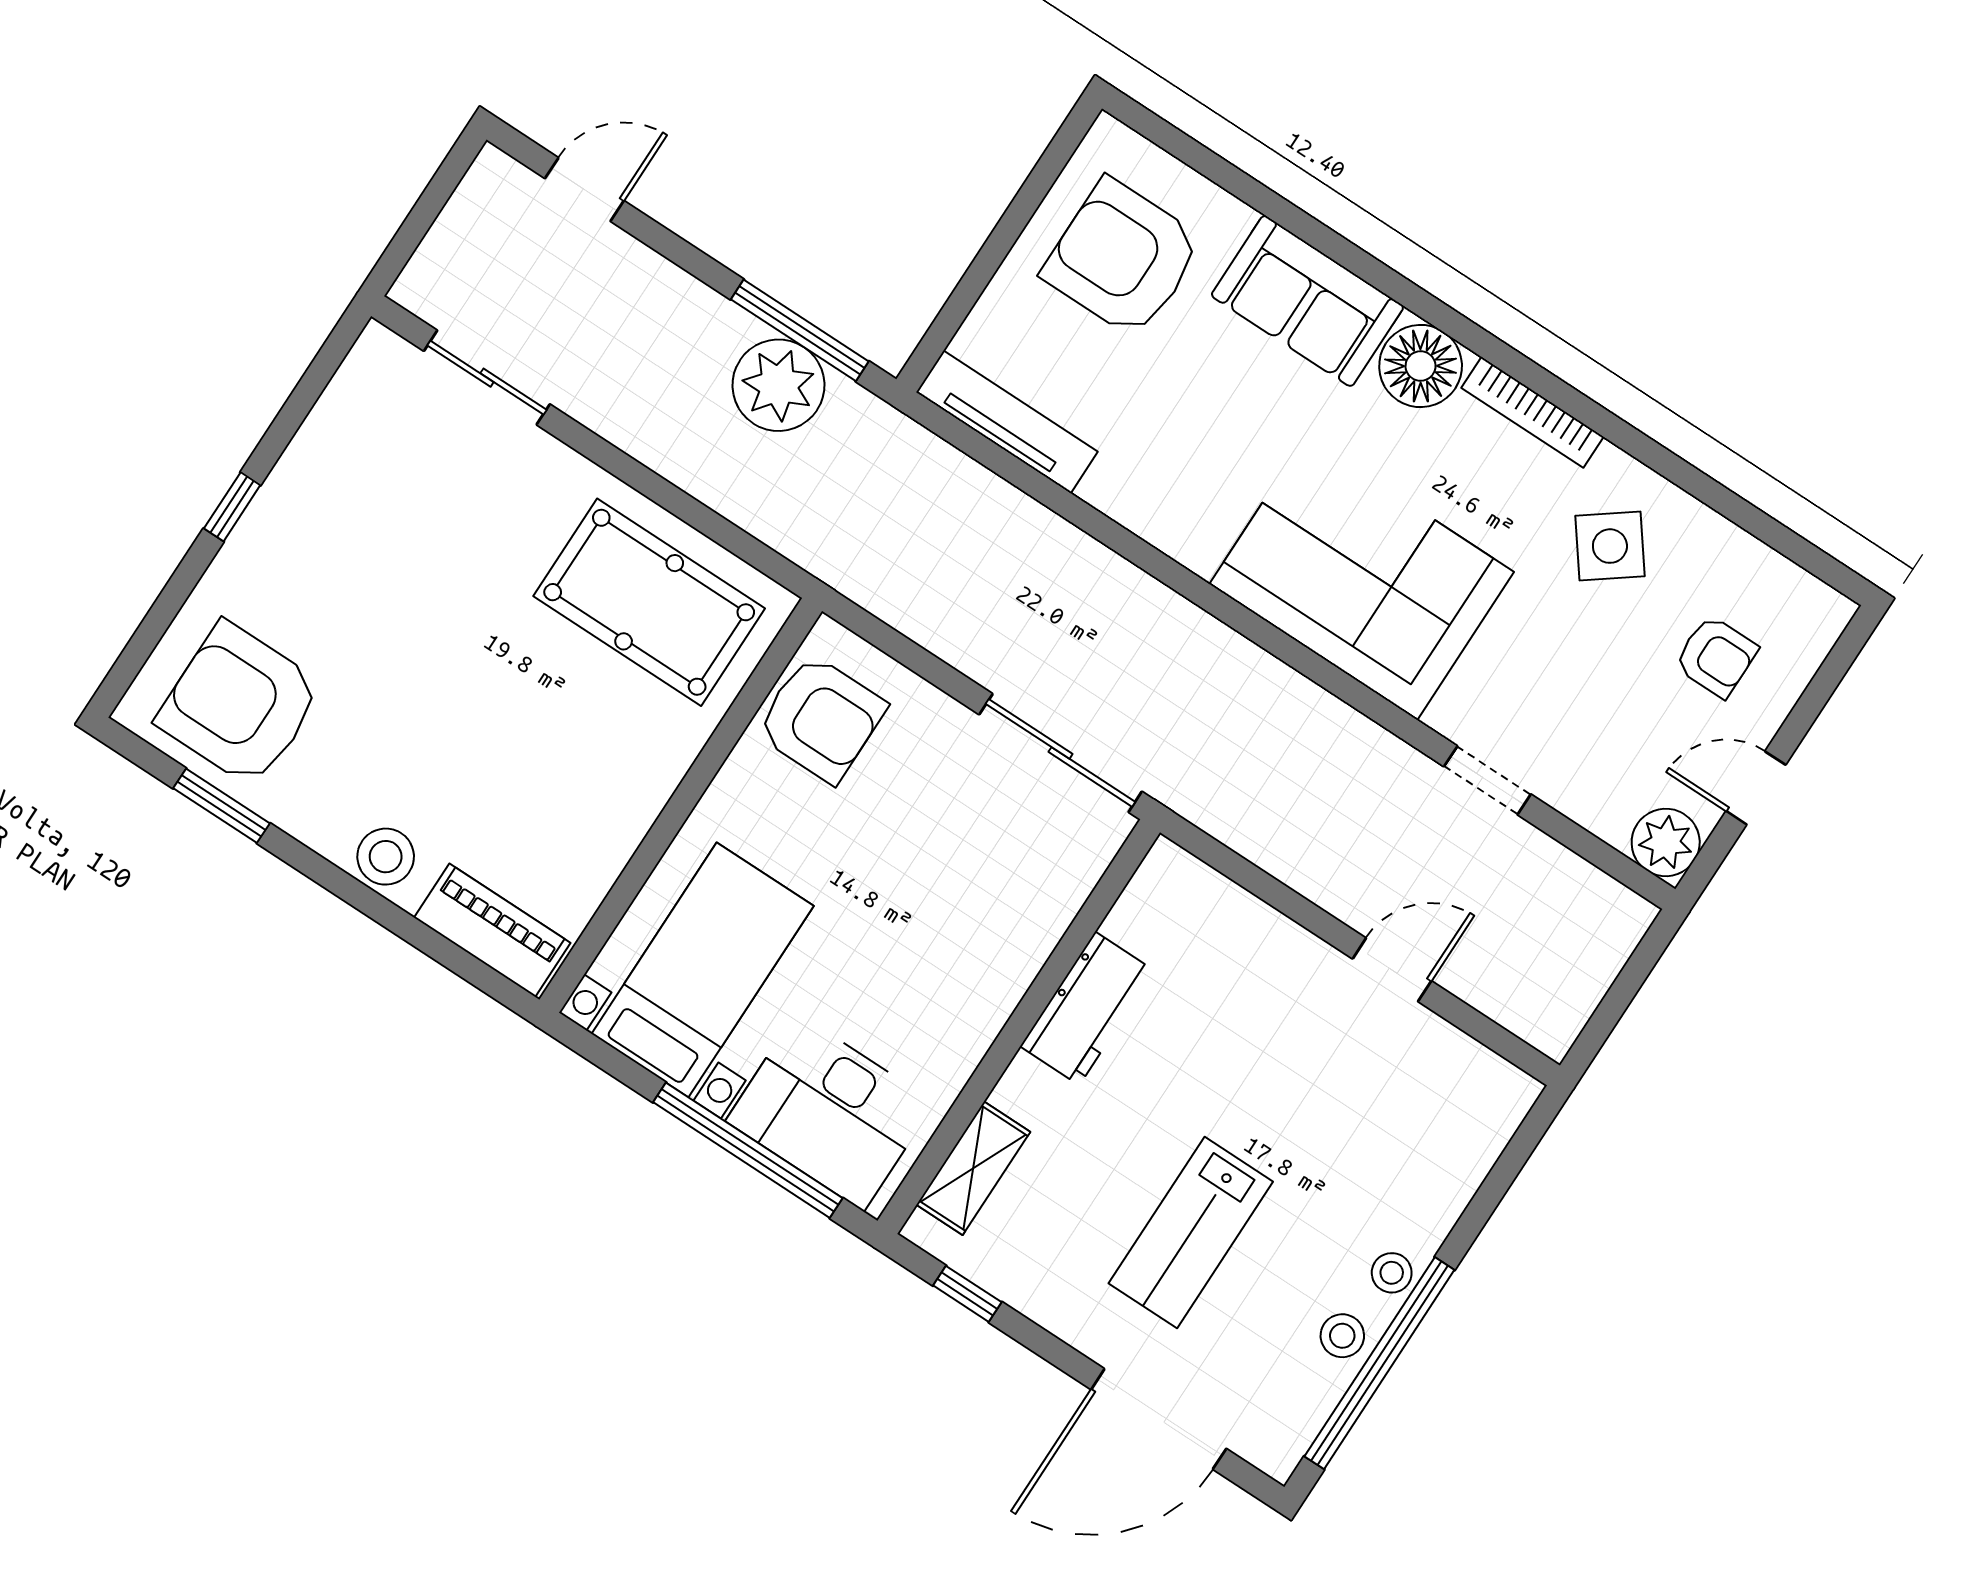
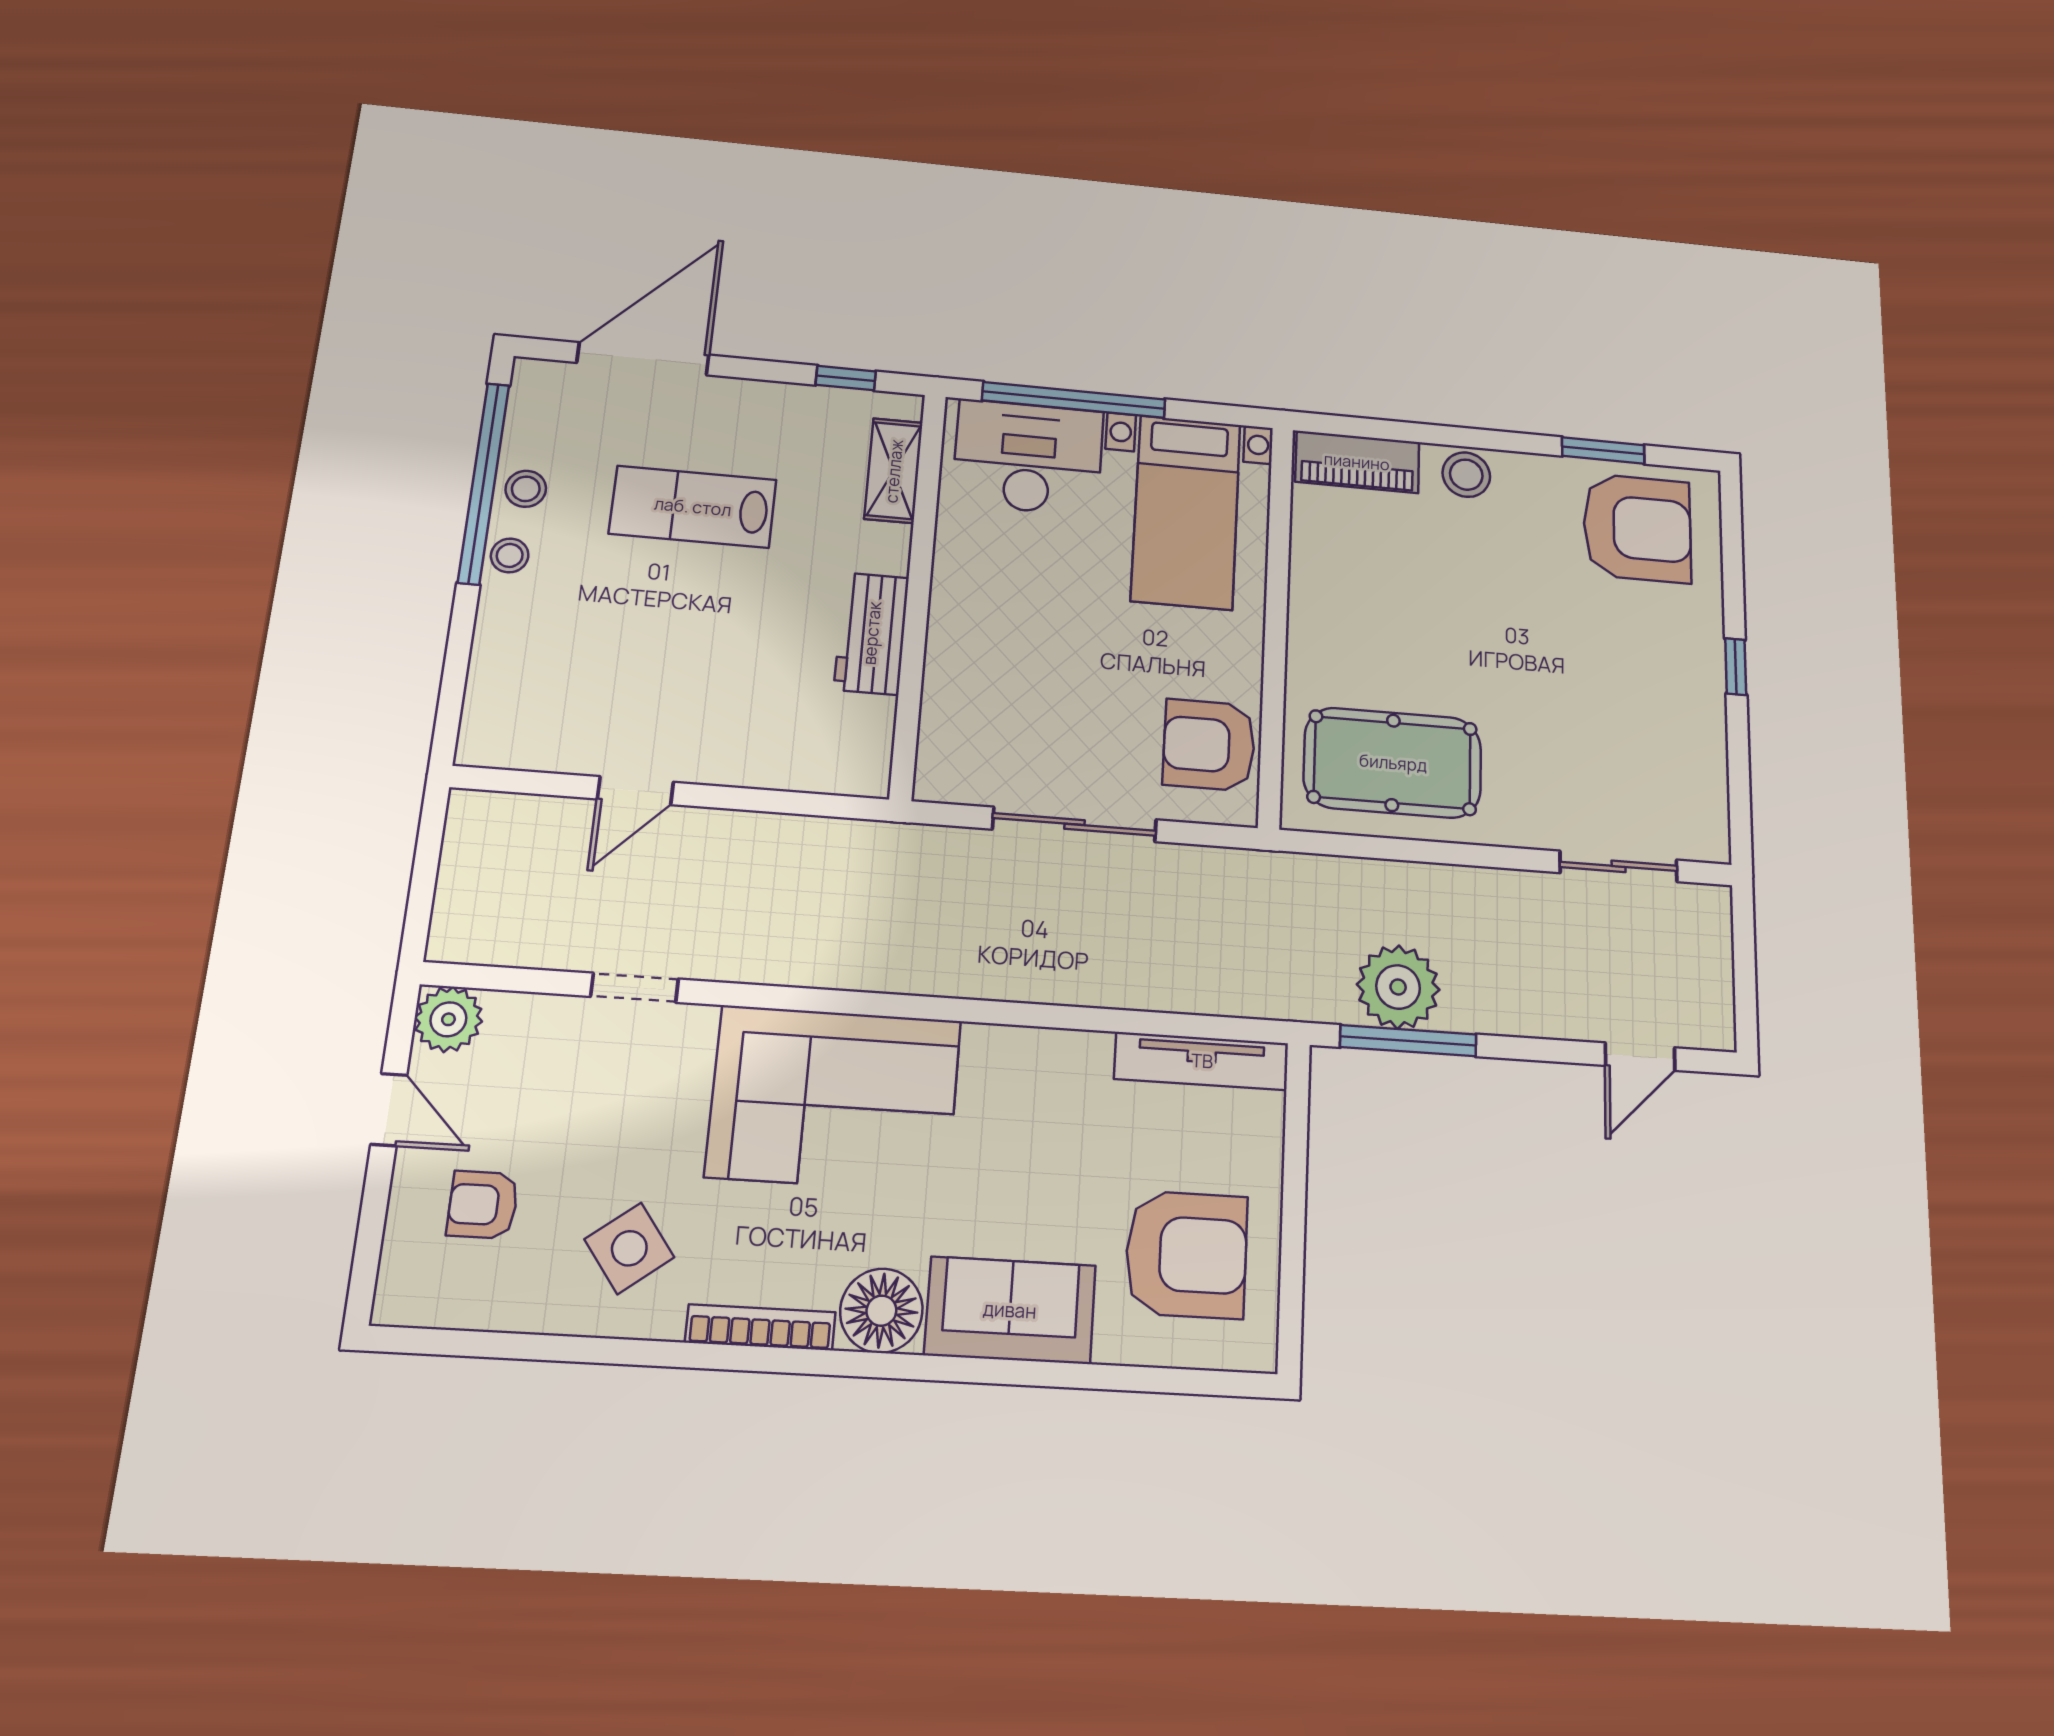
sliding door: (1061, 753) -> (1075, 824), moved
door: (1756, 788) -> (389, 1110), hinge flipped
lab bench: (1191, 1232) -> (693, 507), turned -90

